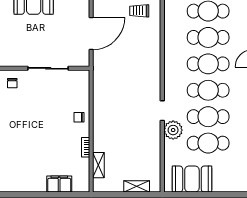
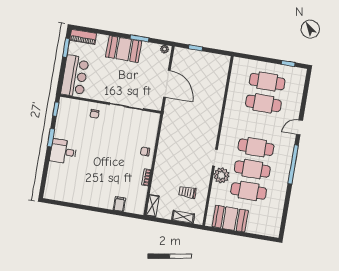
trolley: (139, 11) -> (187, 192), moved
door: (91, 34) -> (167, 84), hinge flipped
cafe table: (208, 64) -> (260, 125), removed
shelving: (98, 165) -> (152, 206), moved
filing cabinet: (59, 184) -> (119, 204), width x0.50

